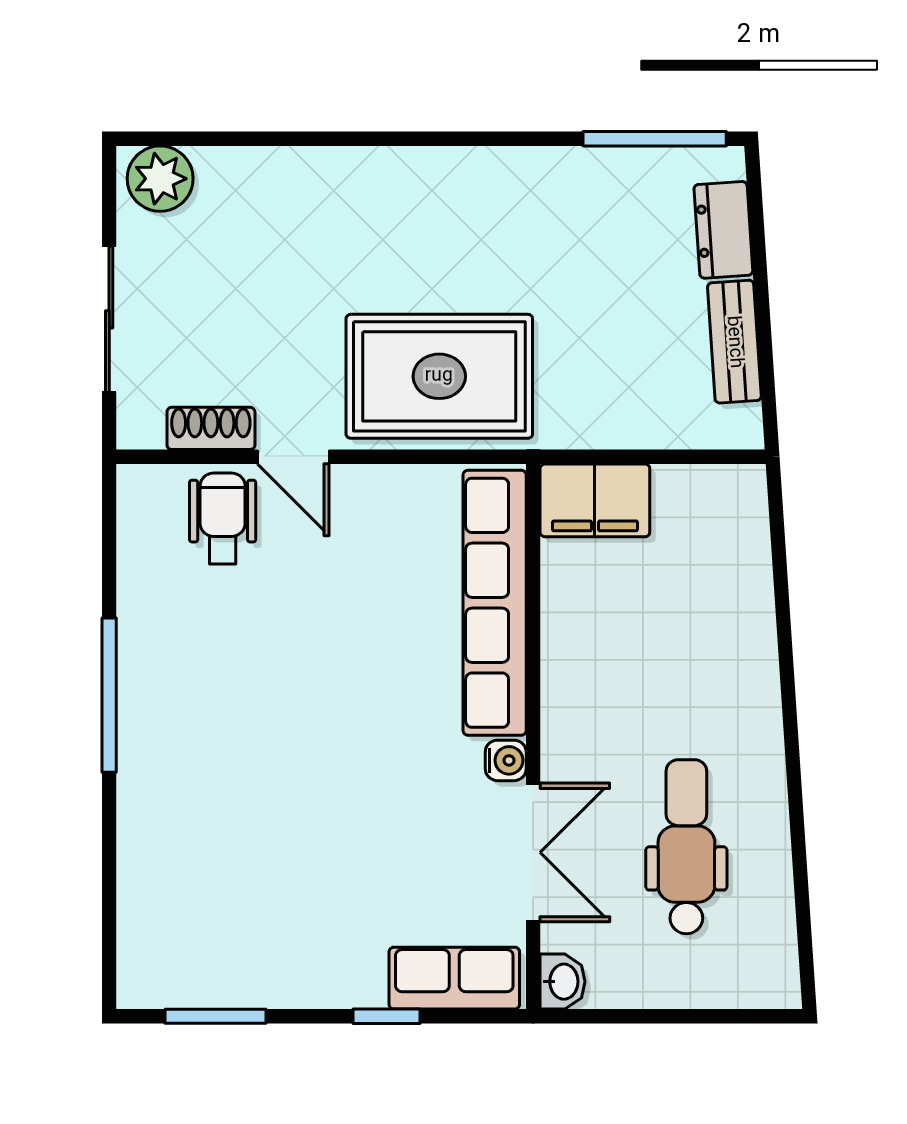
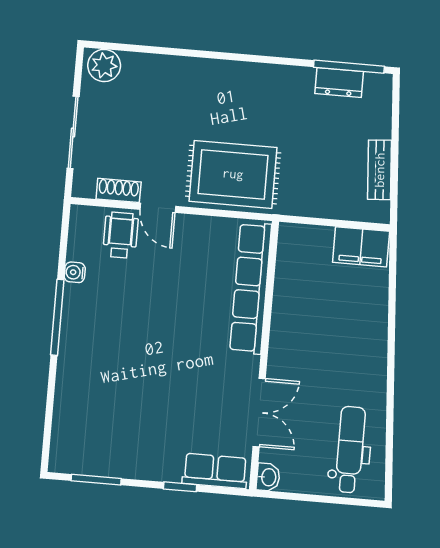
dresser: (723, 230) -> (339, 82), moved, turned -86
filing cabinet: (595, 500) -> (361, 247), moved
water cooler: (506, 760) -> (75, 272), moved, turned 180
dental chair: (686, 847) -> (350, 450), moved

